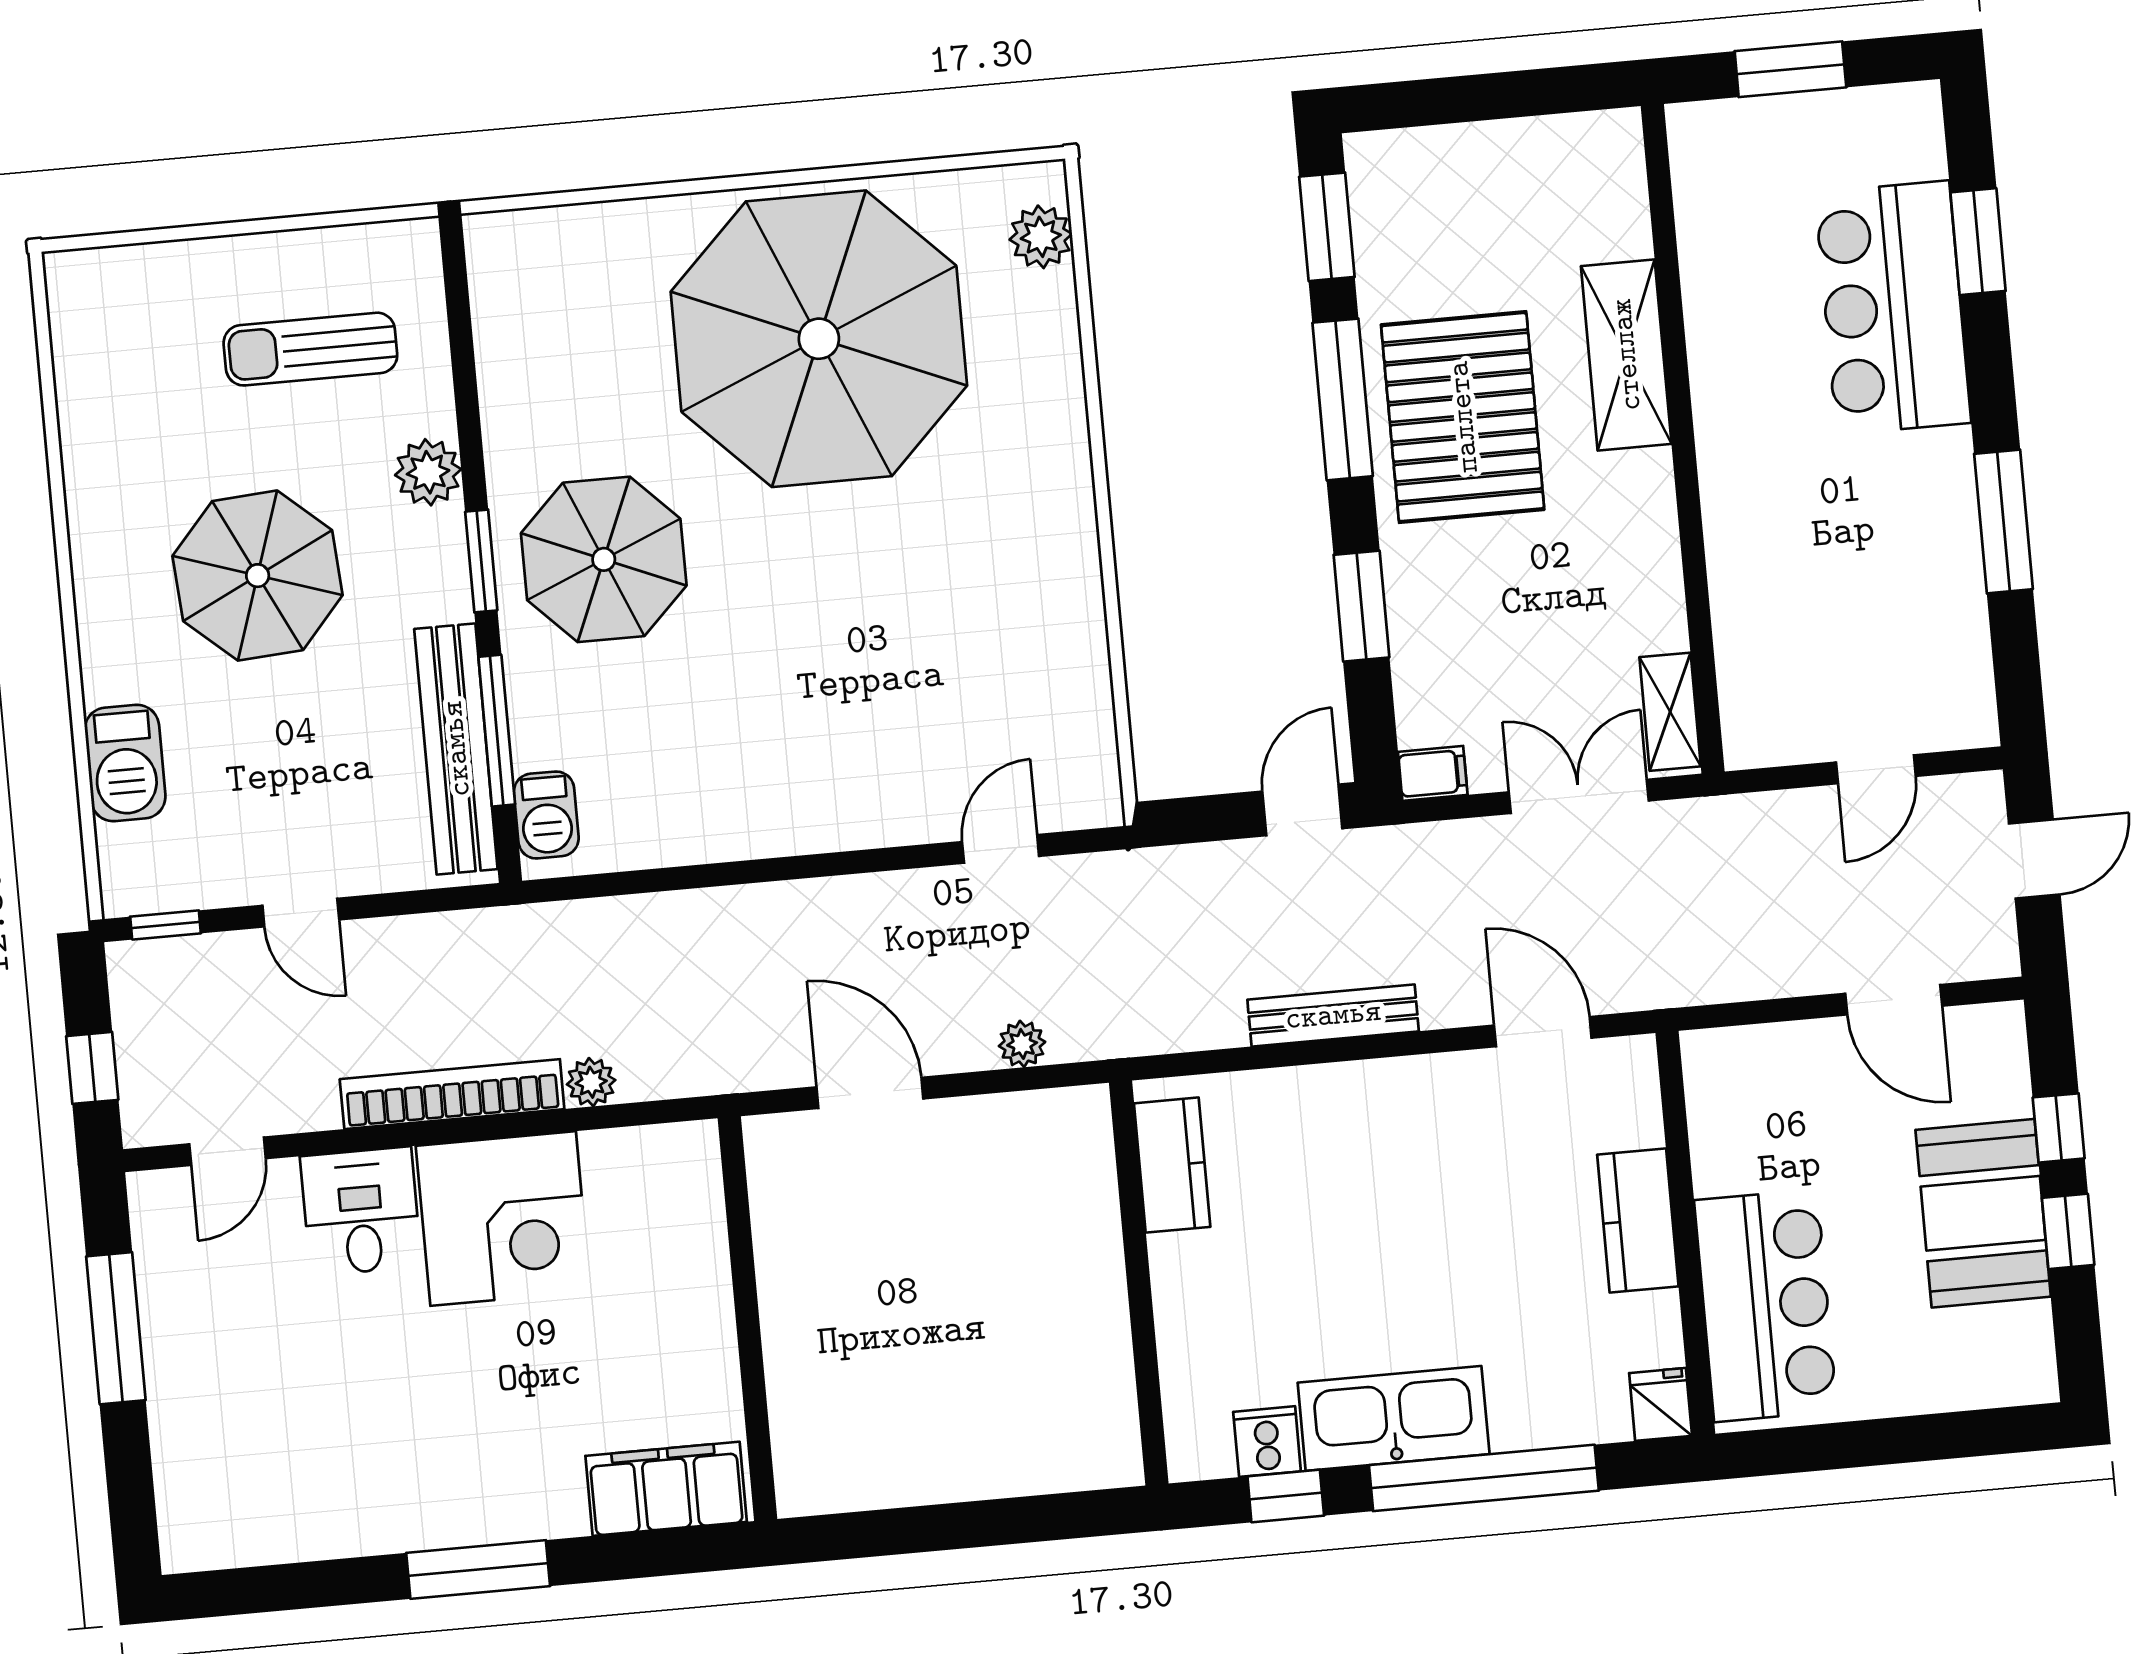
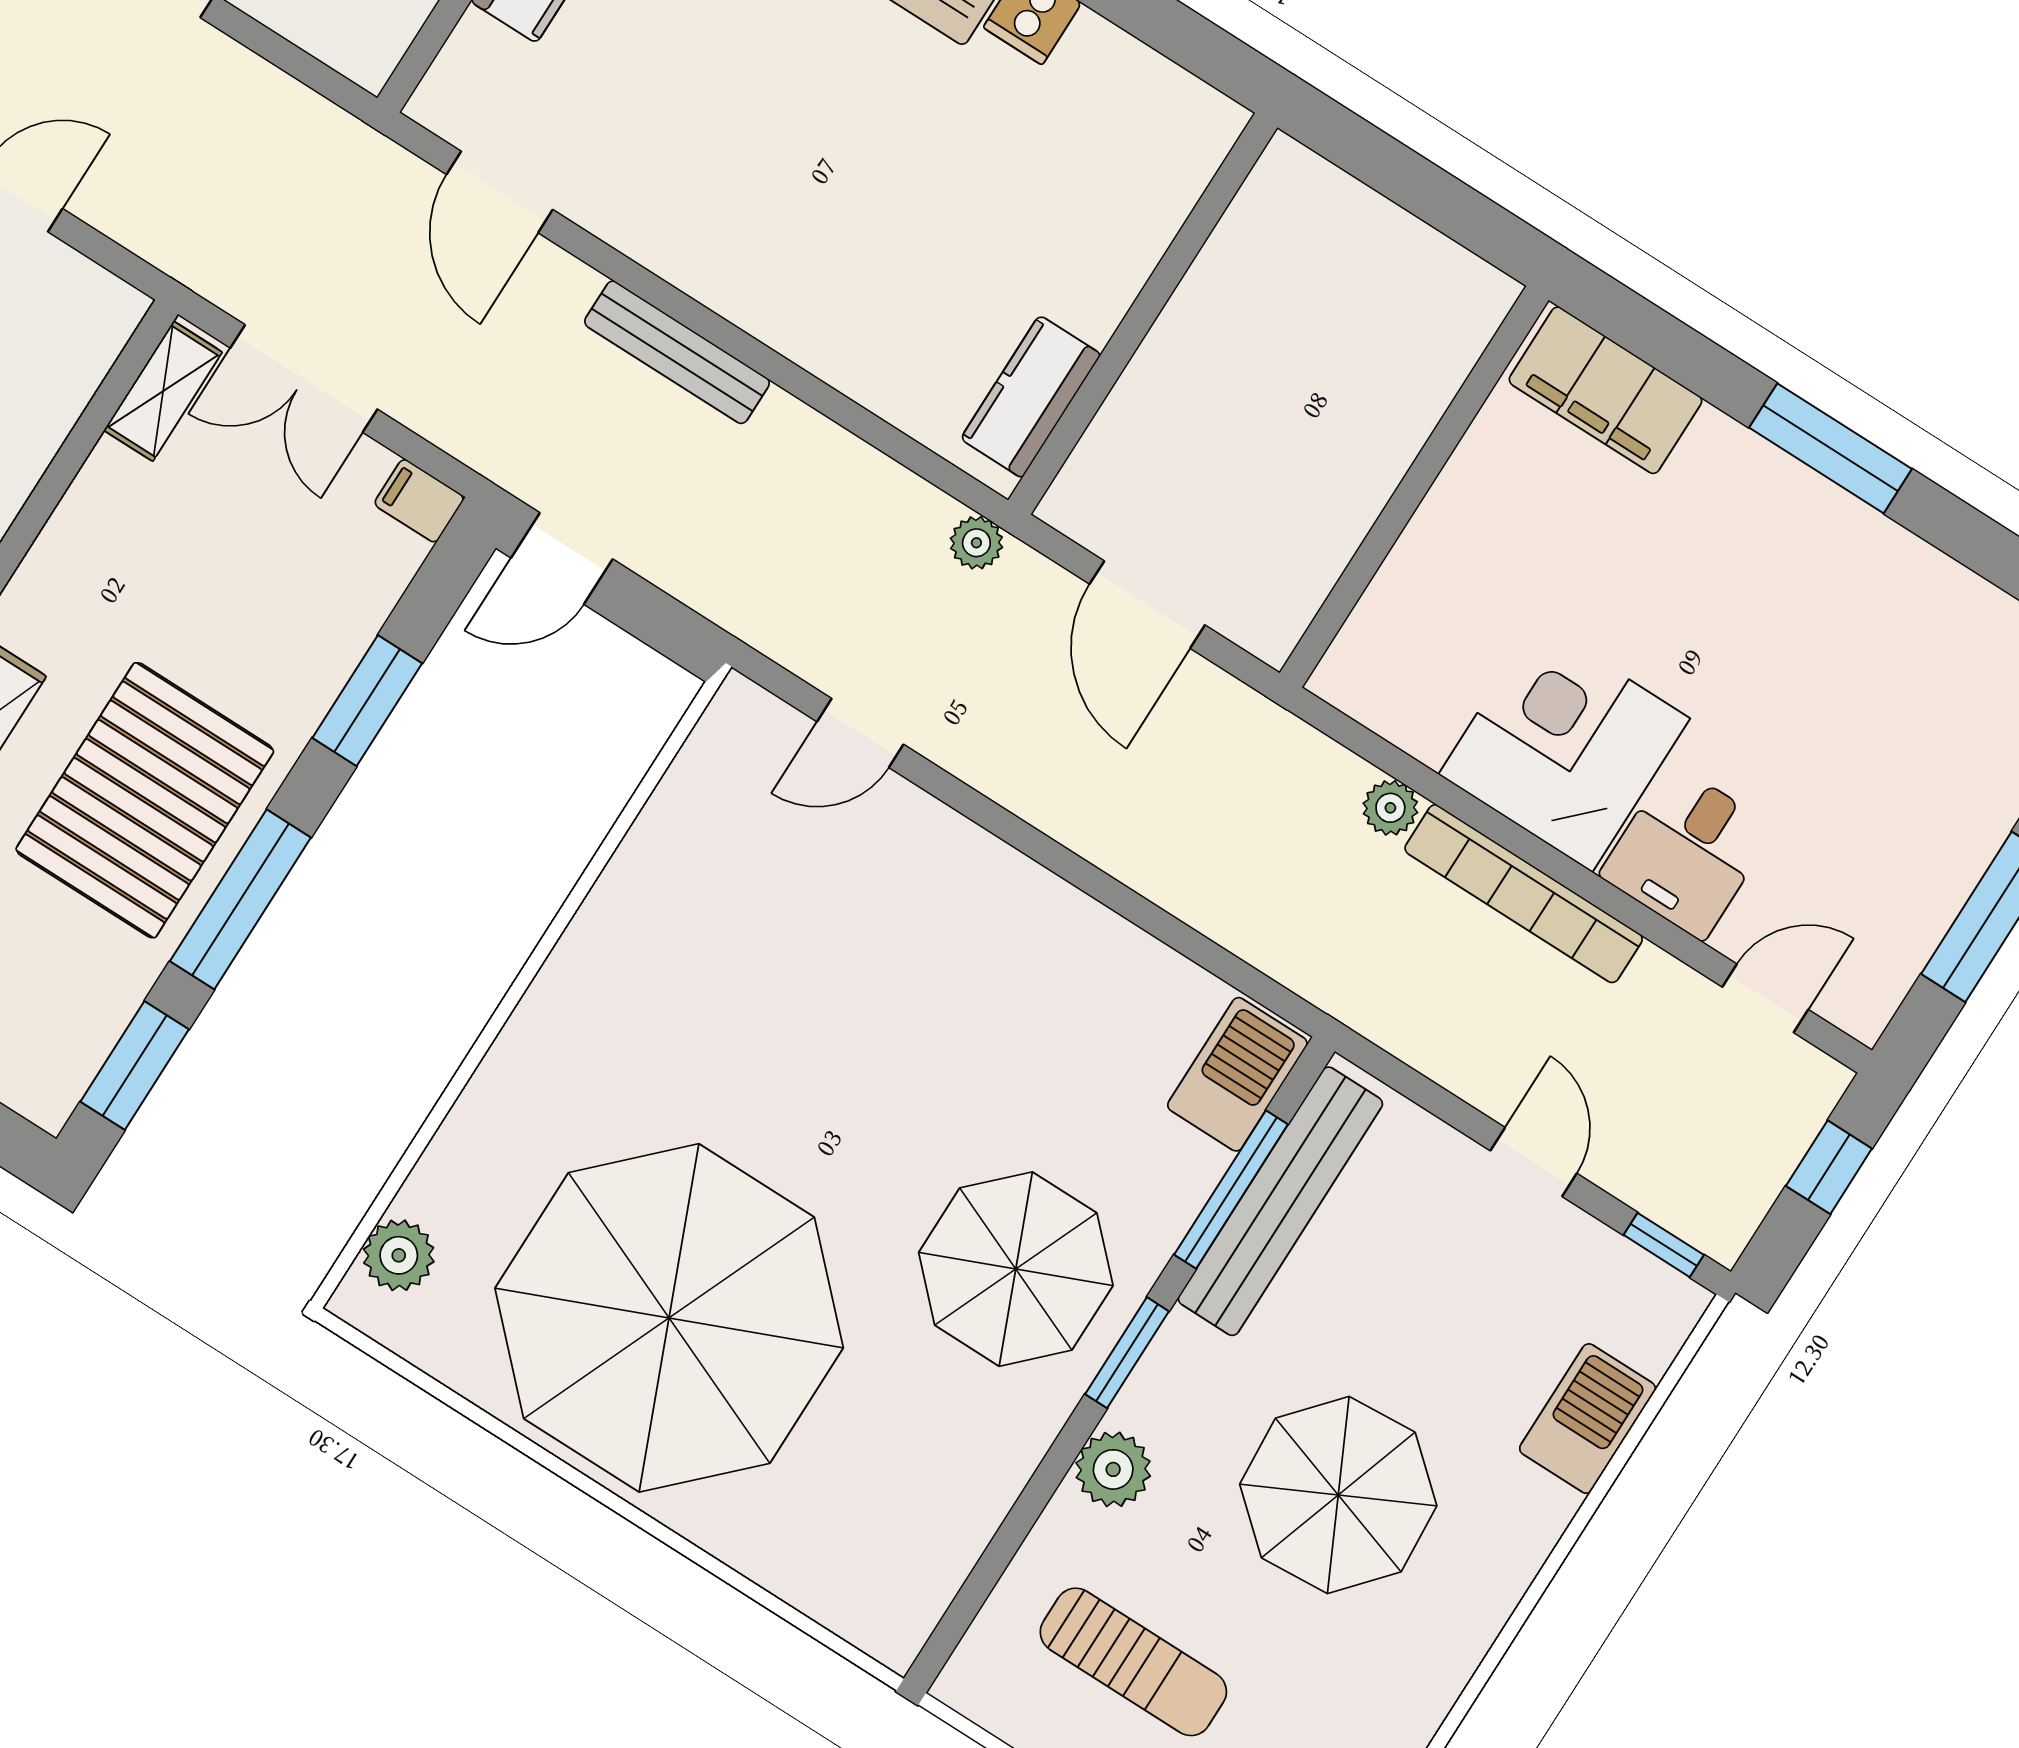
barbecue: (546, 815) -> (1237, 1074), width x1.38, depth x1.27
kitchen counter: (1172, 1165) -> (1031, 397), moved
wall: (1139, 1283) -> (1143, 314), moved

